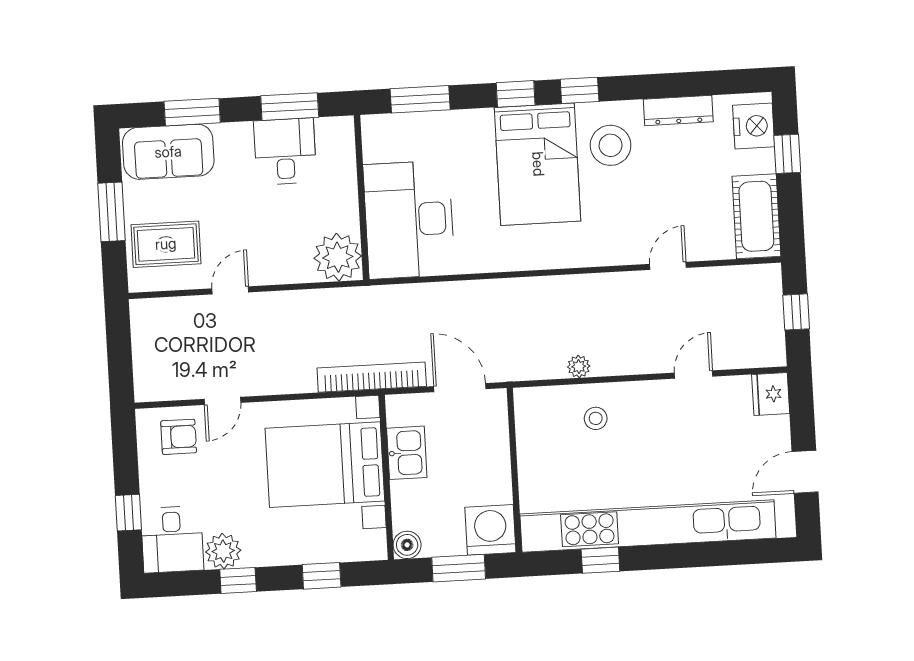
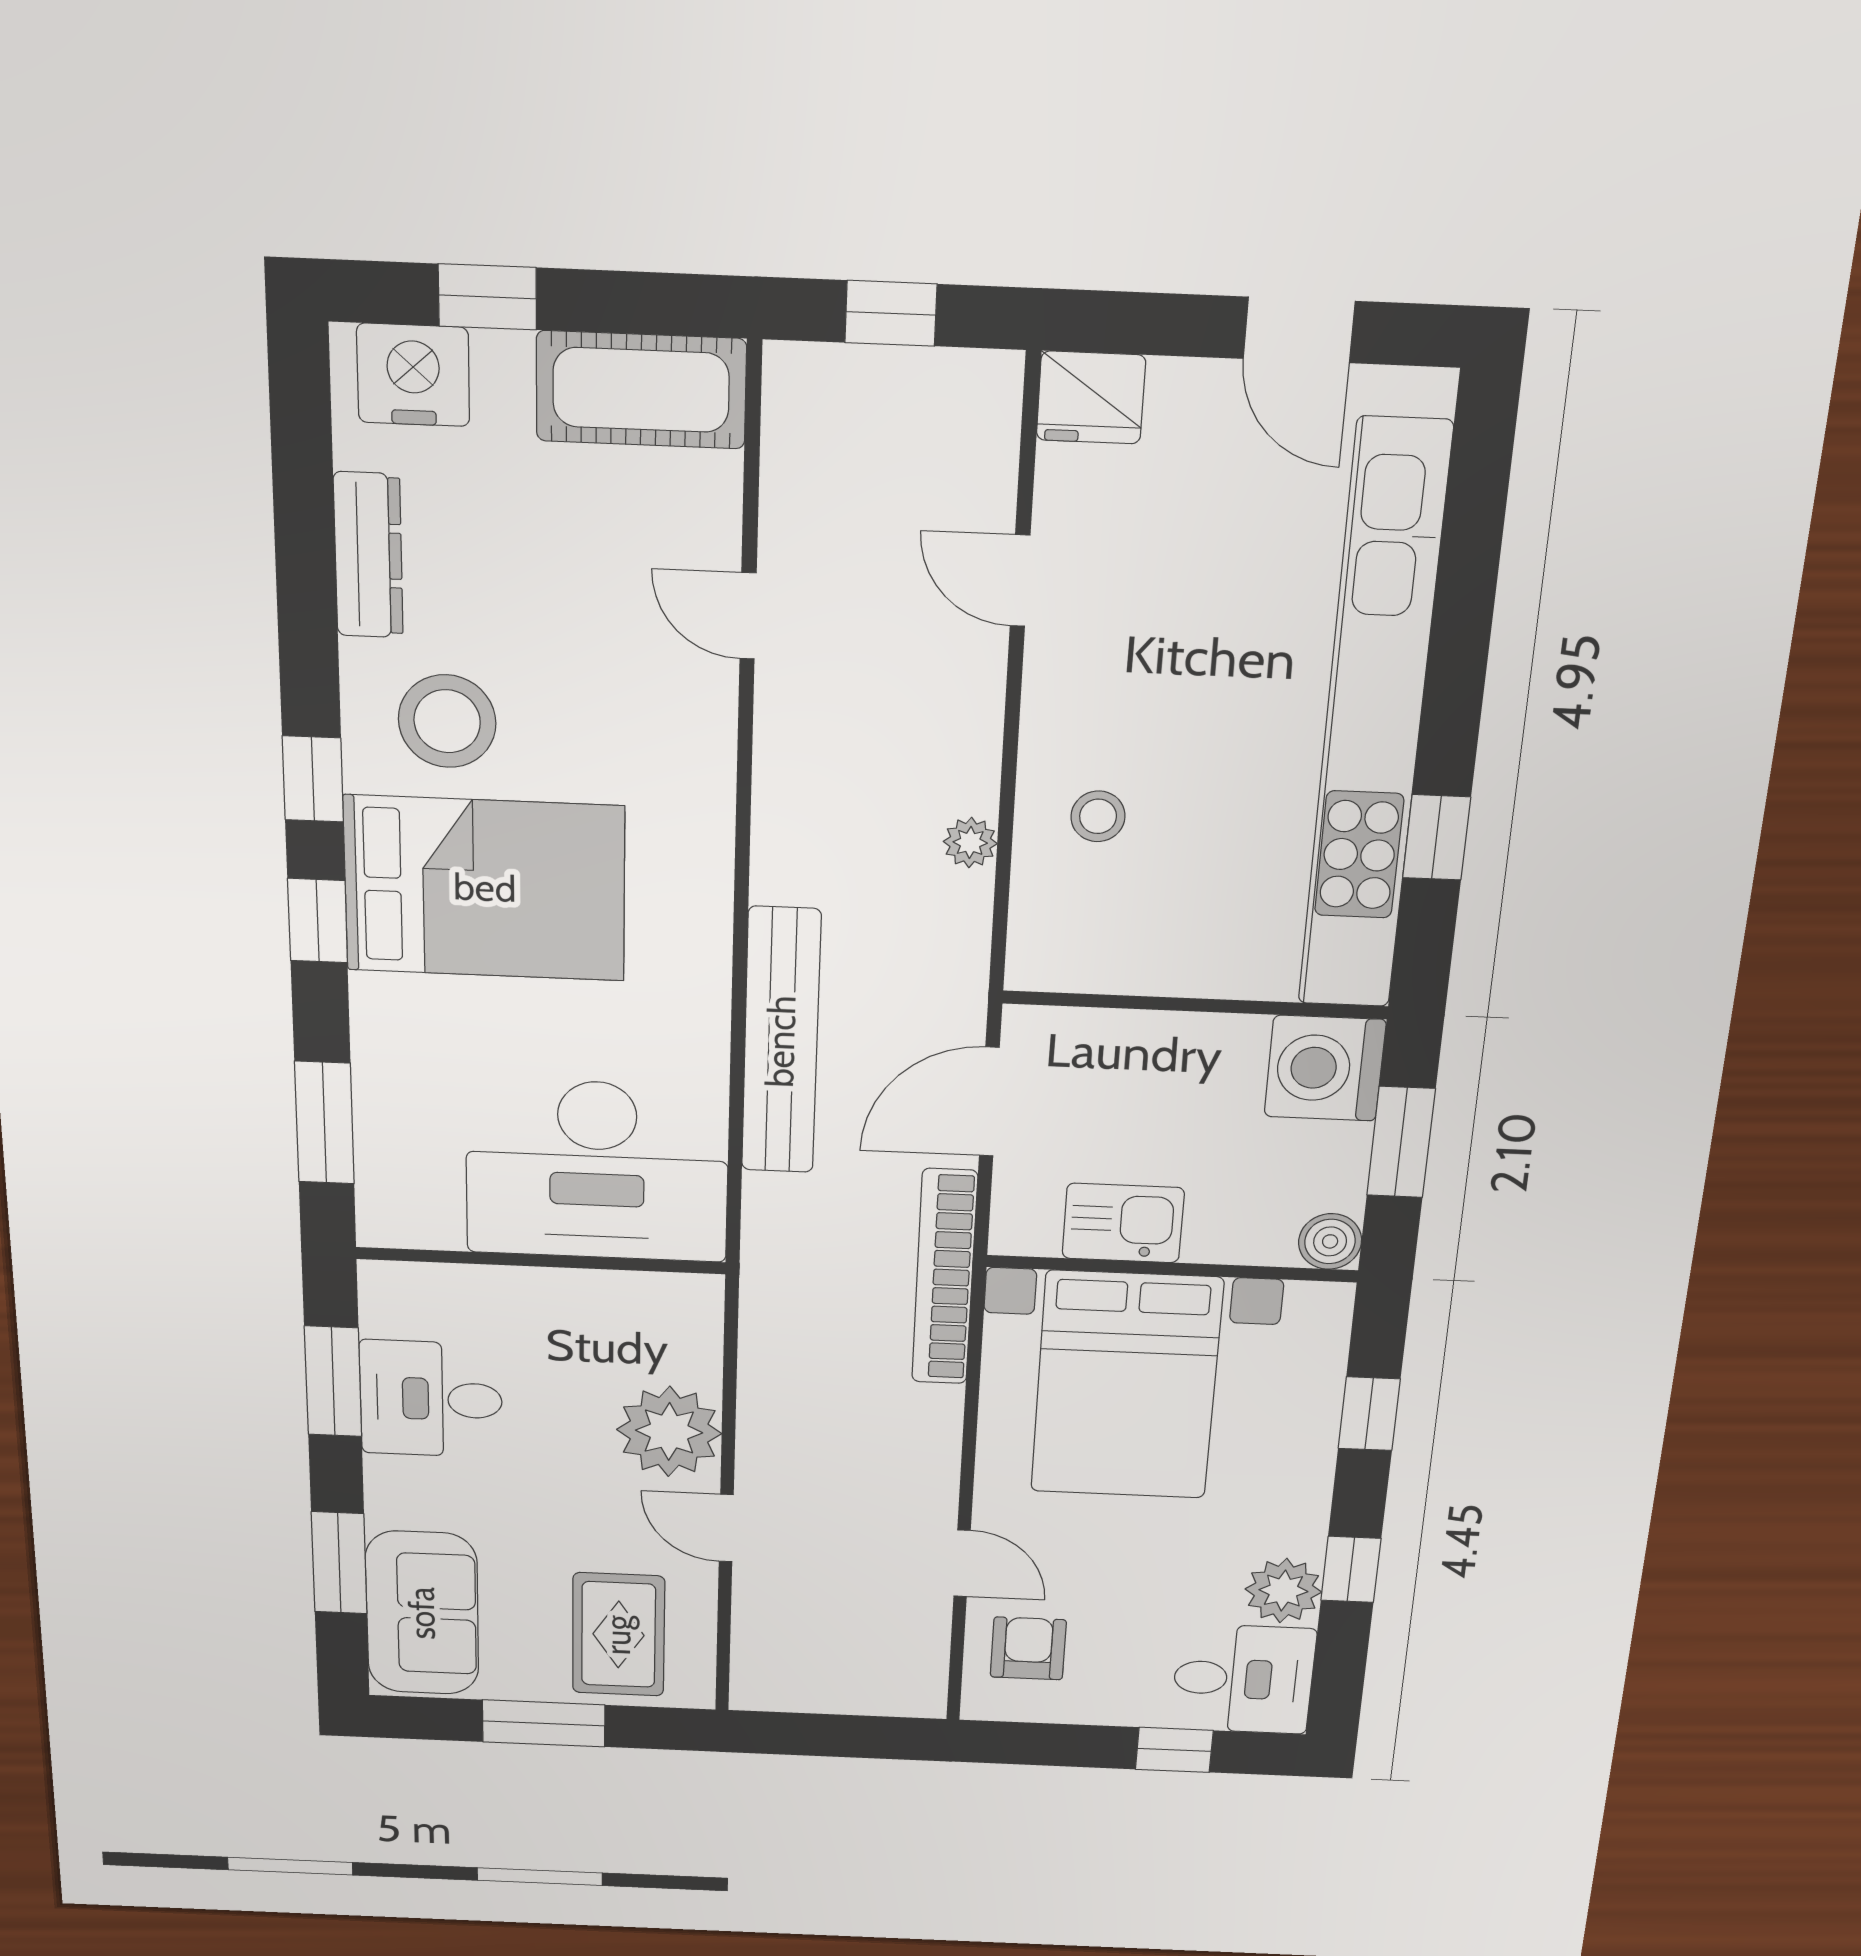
plant: (338, 257) -> (669, 1432), moved
bench: (479, 295) -> (781, 1041), added

